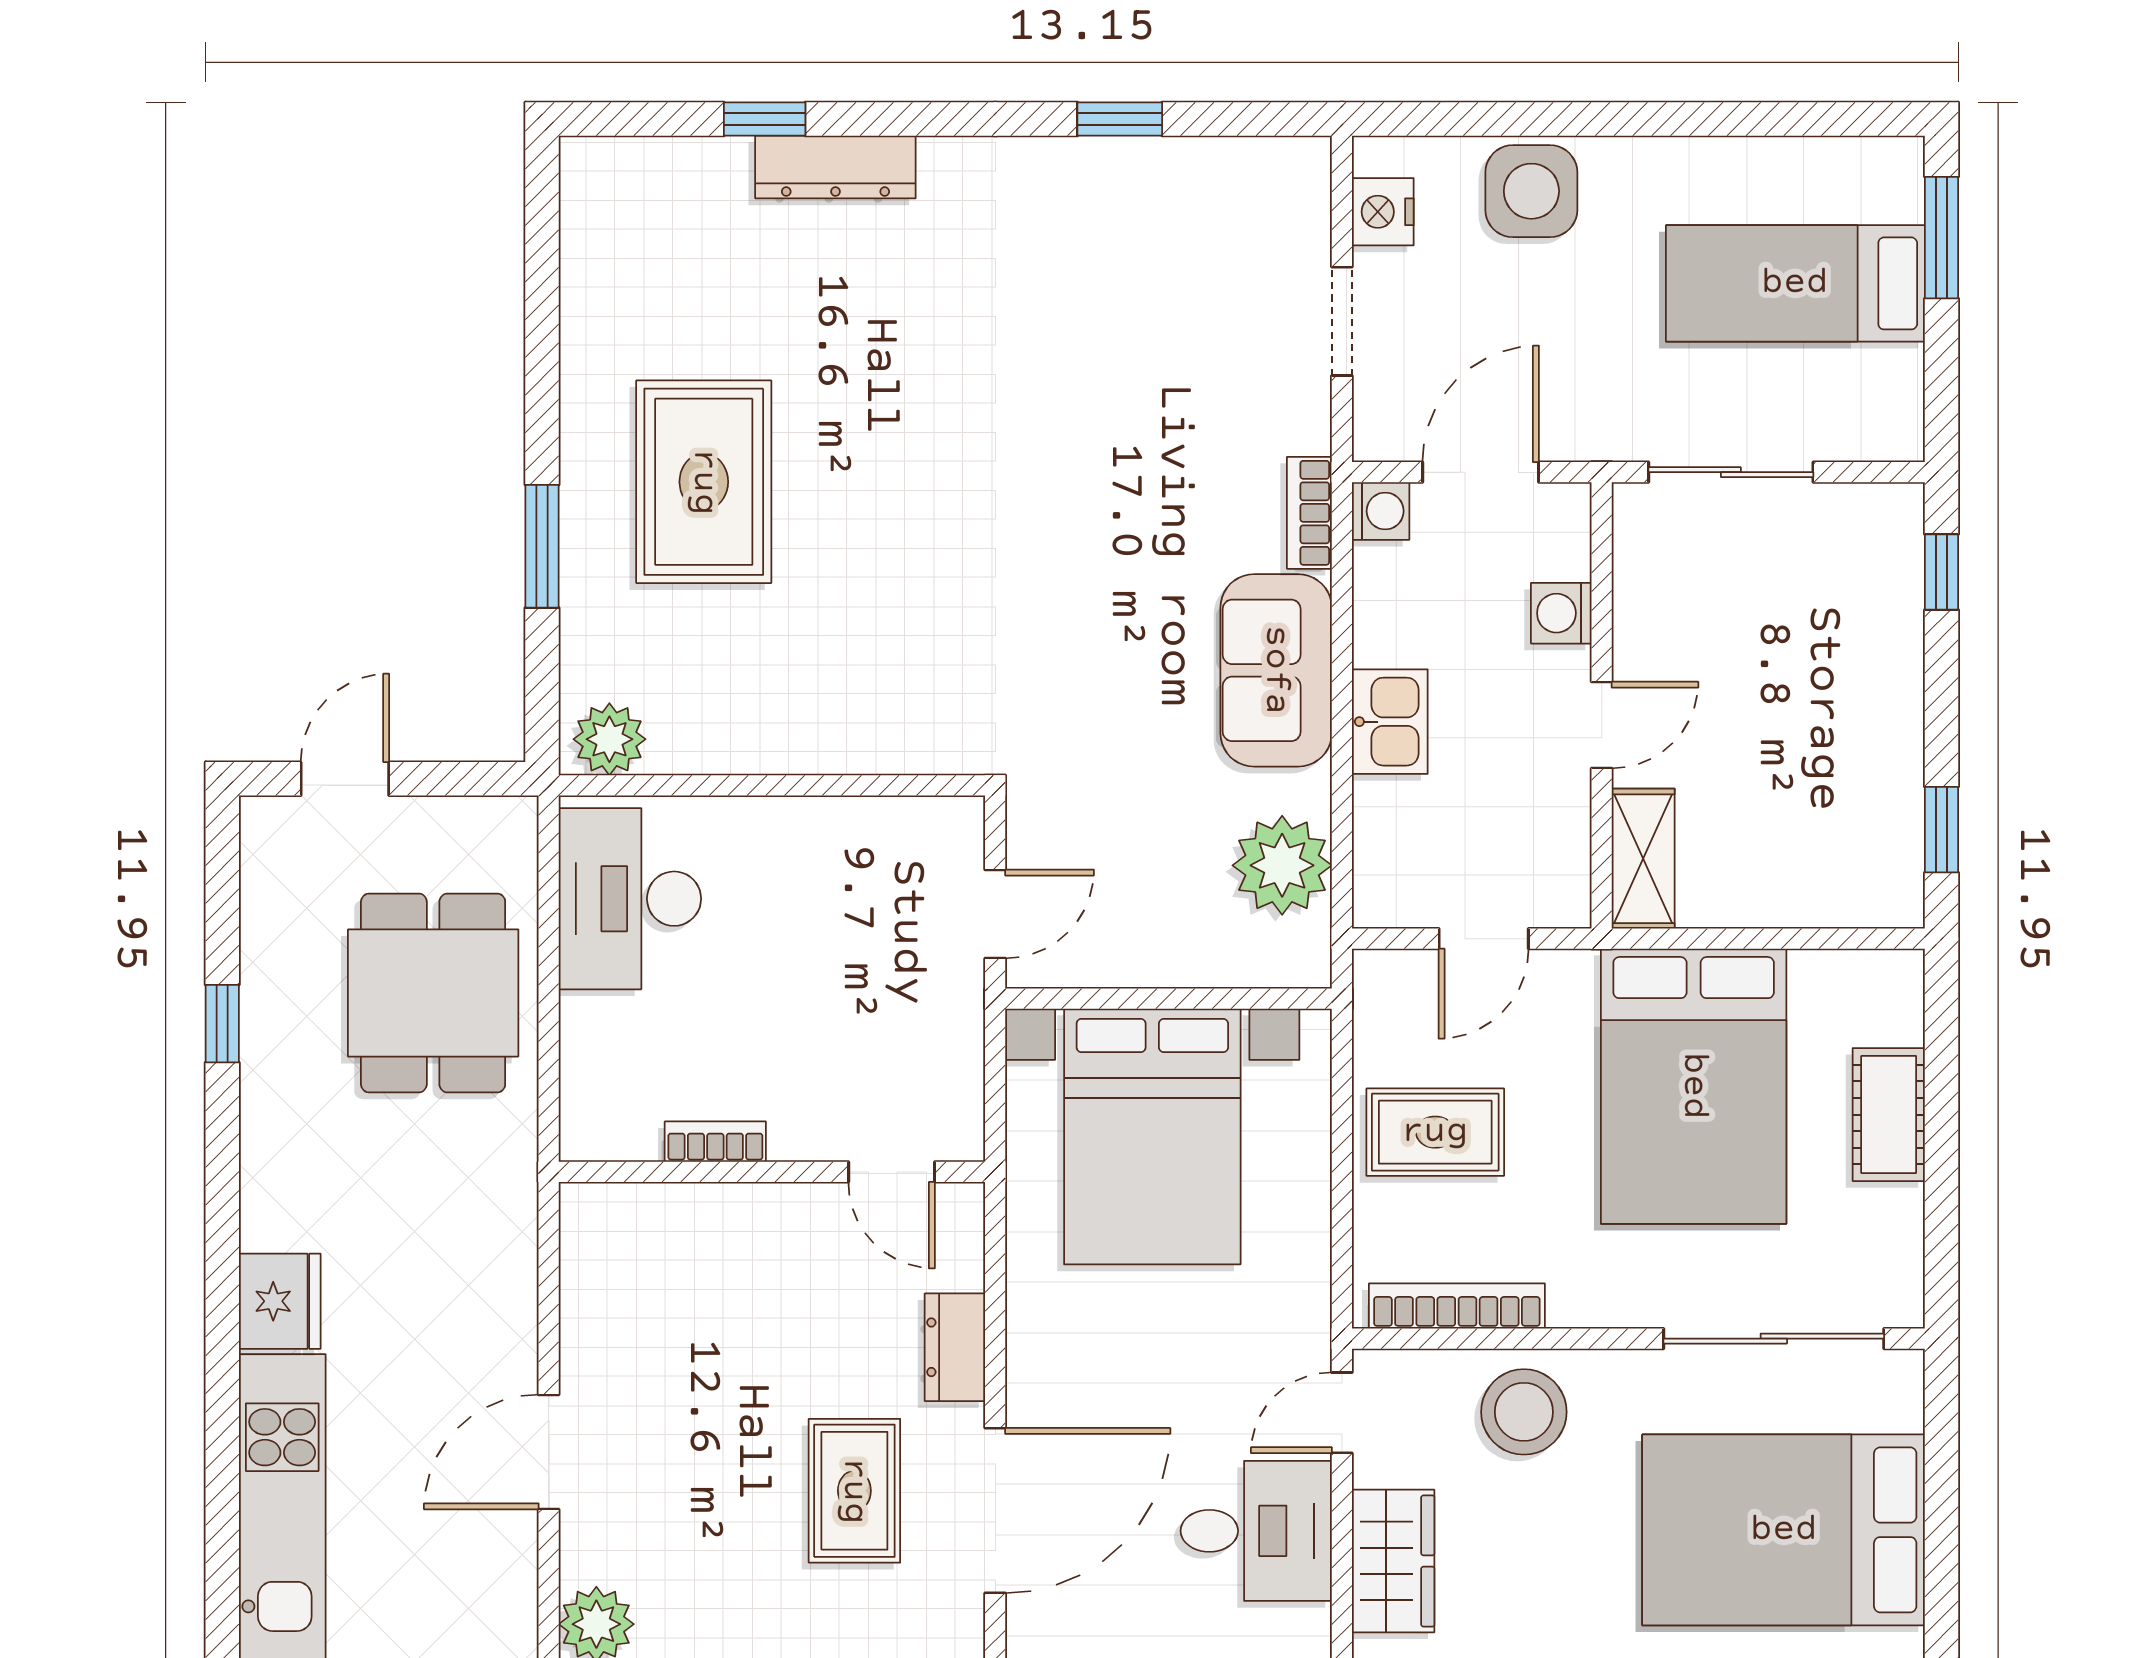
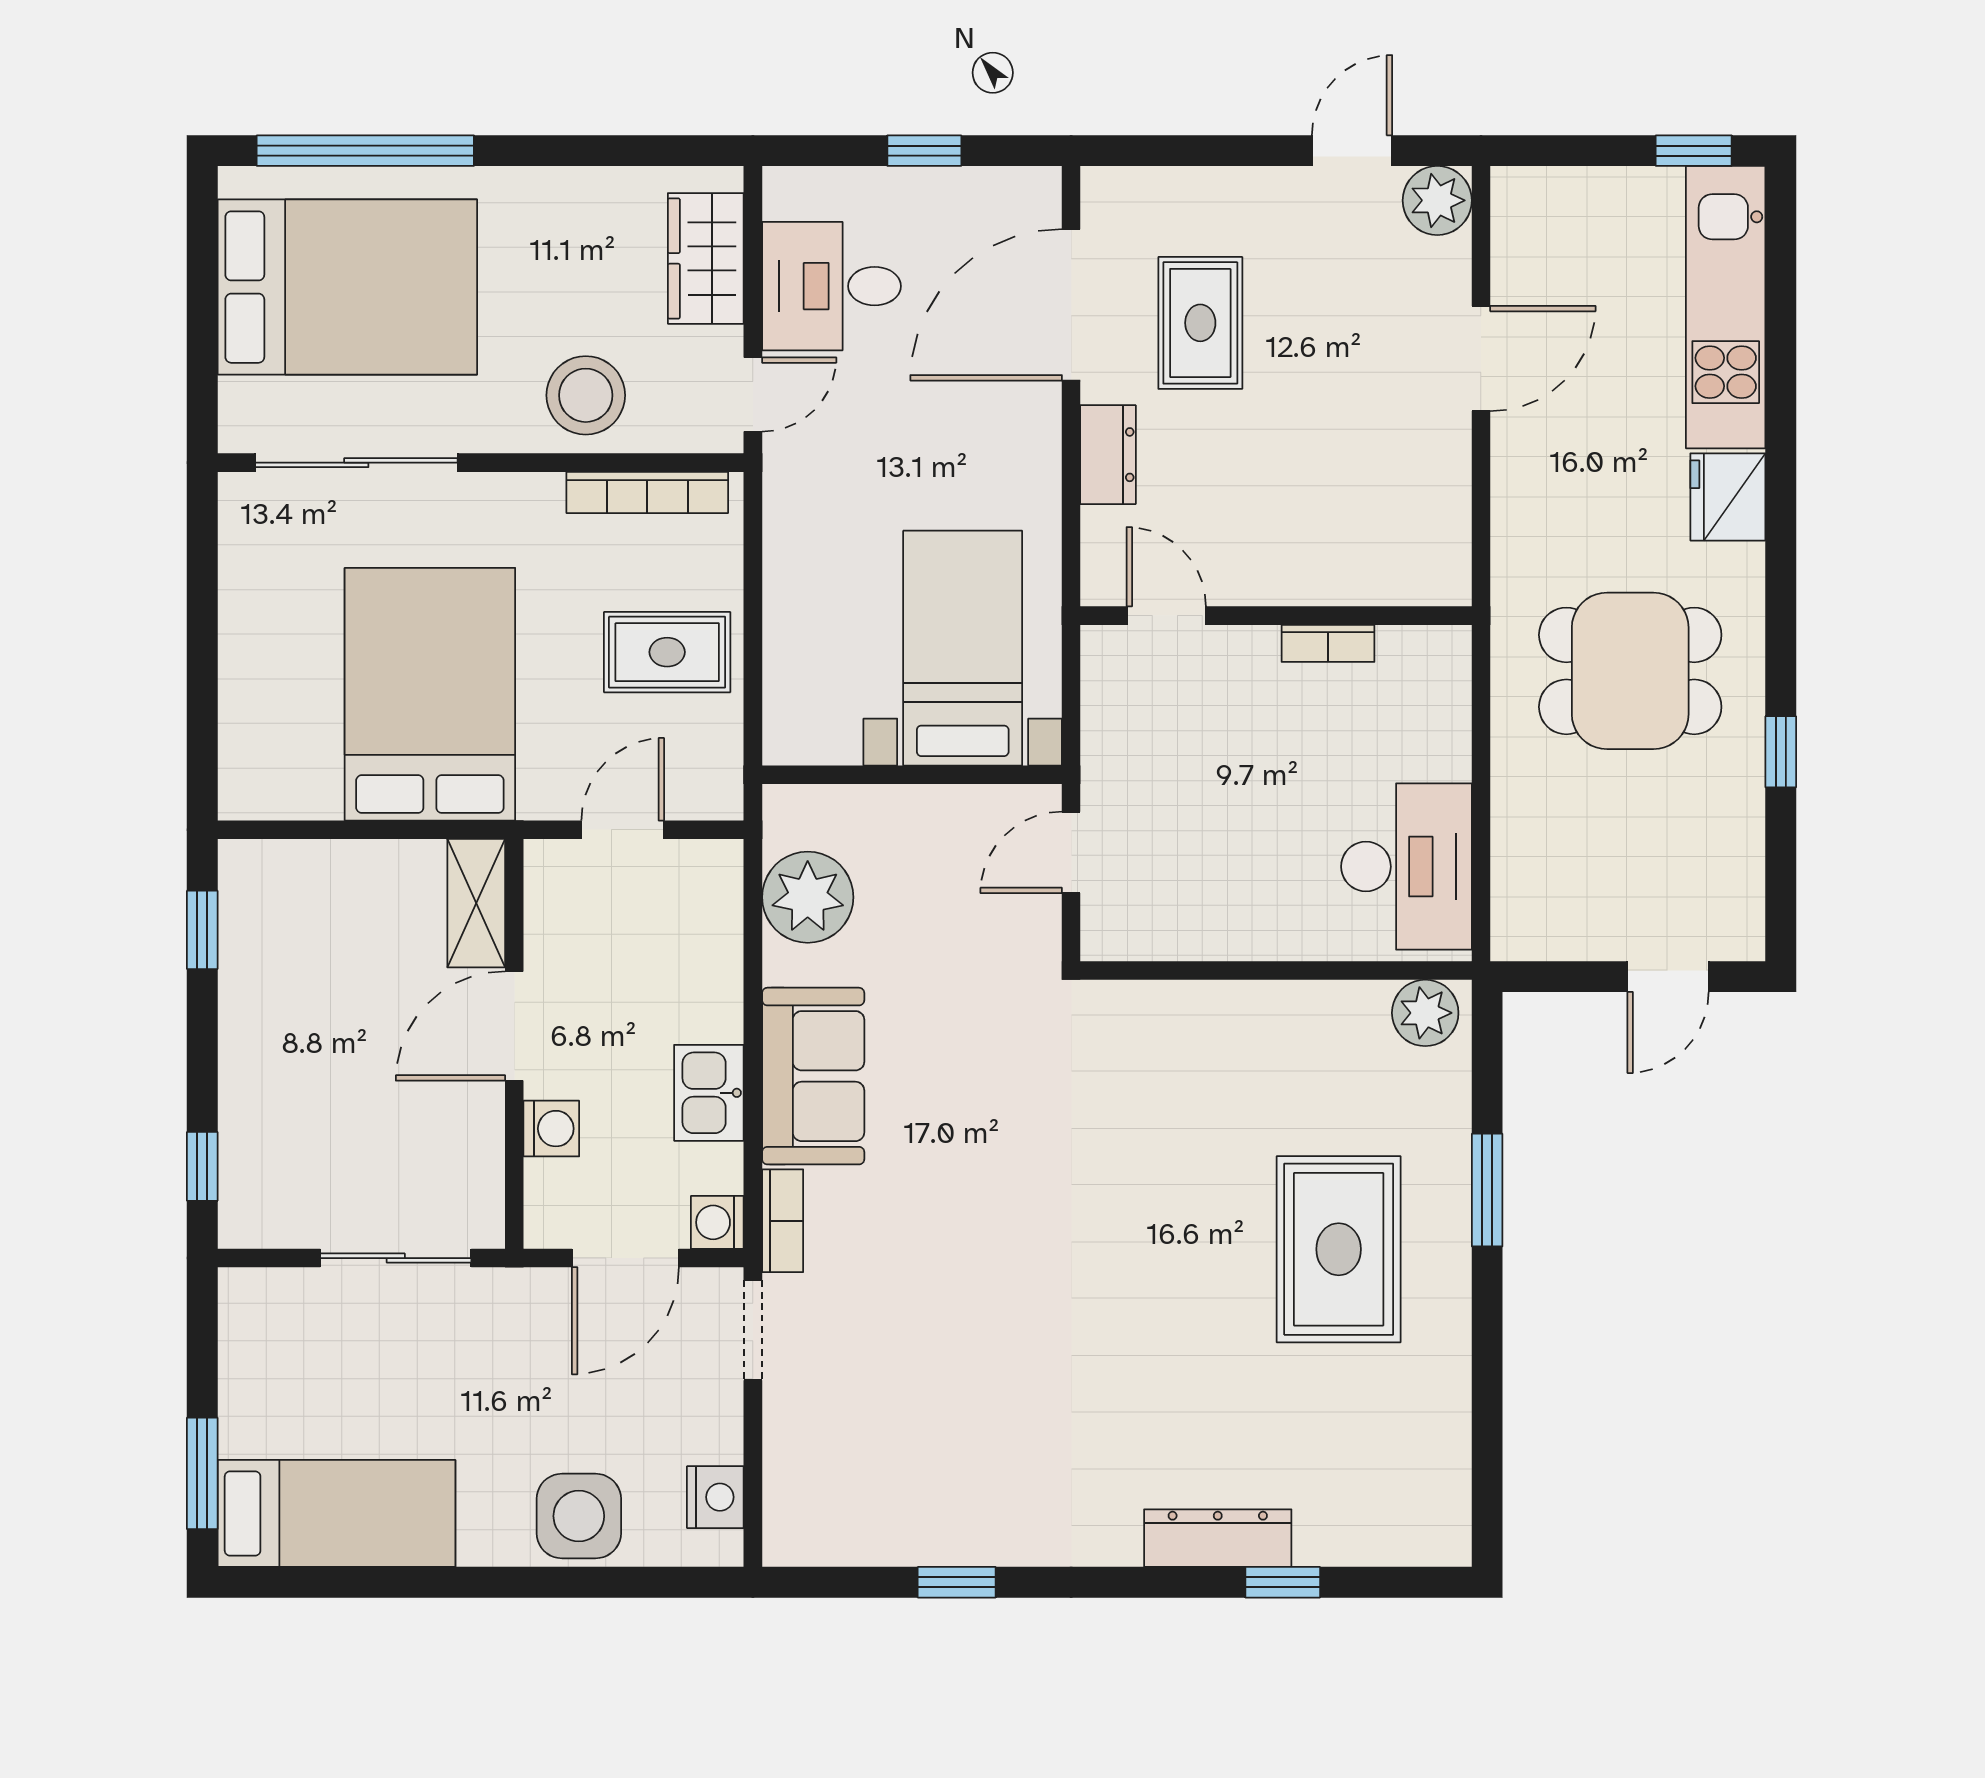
bed: (1795, 283) -> (336, 1513), moved
doorway: (1342, 321) -> (753, 1330), moved
kitchen sink: (1390, 722) -> (709, 1093), moved
door: (1602, 725) -> (514, 1026), width x1.38
dining table: (433, 993) -> (1630, 671), moved, turned 90
cot: (1889, 1115) -> (251, 668), removed
bed with nightstands: (1152, 1137) -> (963, 648), width x0.73

